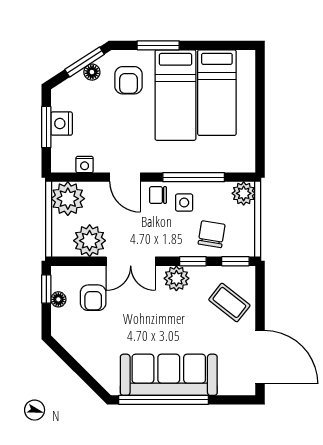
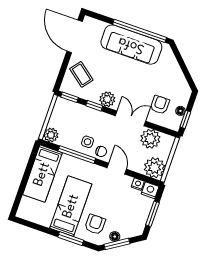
bed: (217, 93) -> (42, 174), moved, turned 180
nightstand: (62, 124) -> (150, 190), moved, turned -90
chair: (212, 234) -> (78, 118), removed

